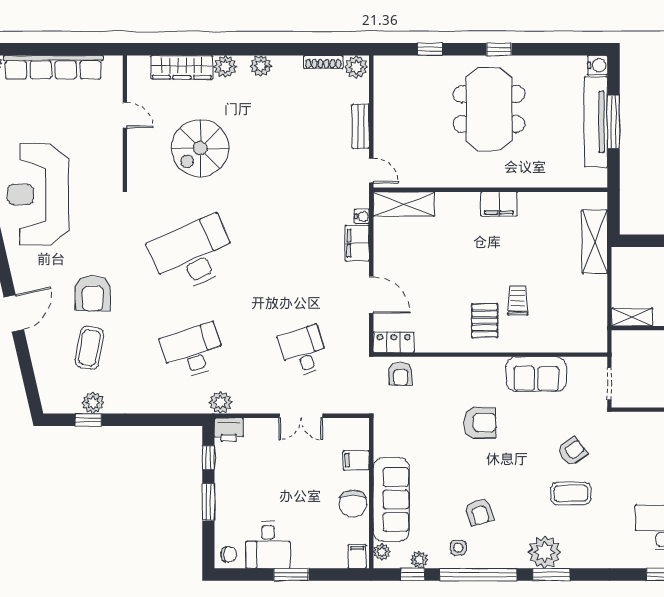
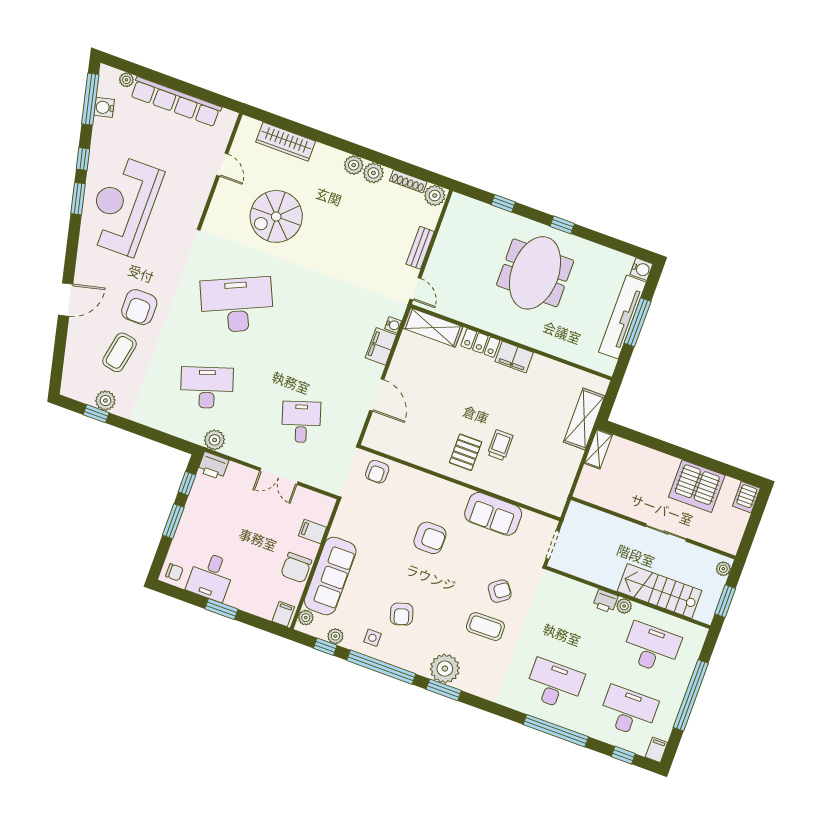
plant: (225, 67) -> (373, 173), moved
shelving: (632, 317) -> (598, 449), moved, turned 90
locker: (394, 342) -> (480, 343), moved, turned 180

